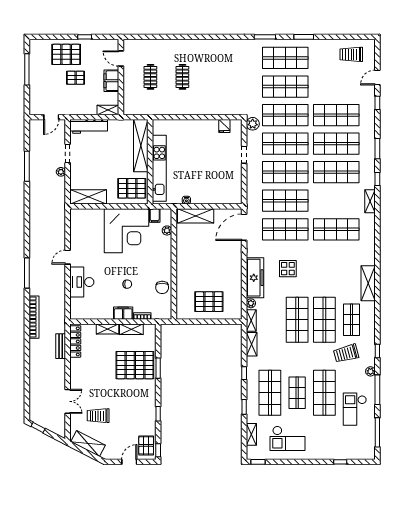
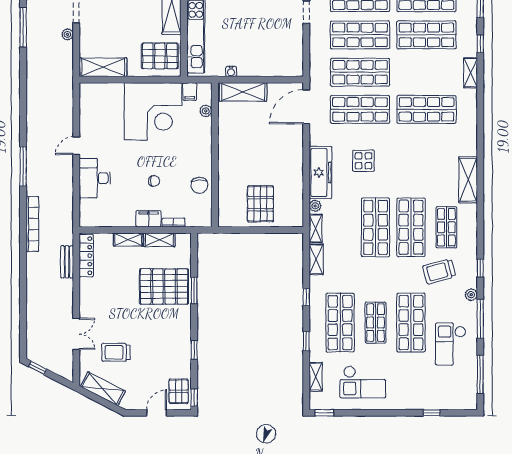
pallet: (209, 302) -> (260, 204), turned 90

